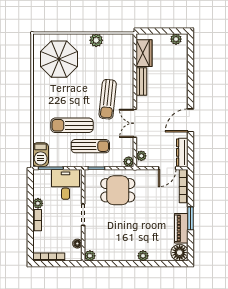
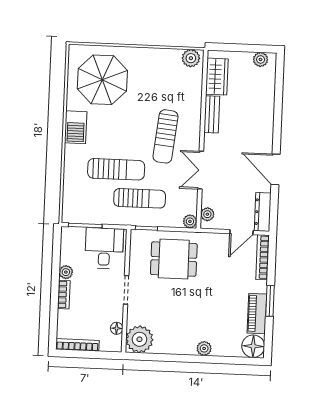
plant: (96, 40) -> (191, 58), moved
door: (191, 120) -> (275, 169), hinge flipped
sun lounger: (72, 125) -> (116, 169), turned 180
barbecue: (41, 155) -> (76, 127), moved
plant: (90, 256) -> (139, 339), width x1.87, depth x1.87

